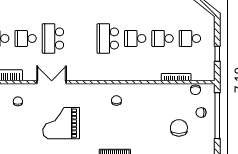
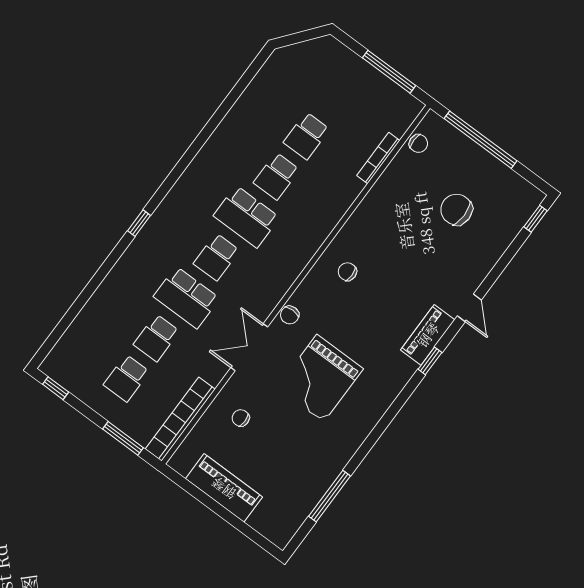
school desk: (190, 38) -> (216, 257), moved
window: (217, 54) -> (389, 72), width x2.17
chair: (201, 112) -> (290, 315), moved

